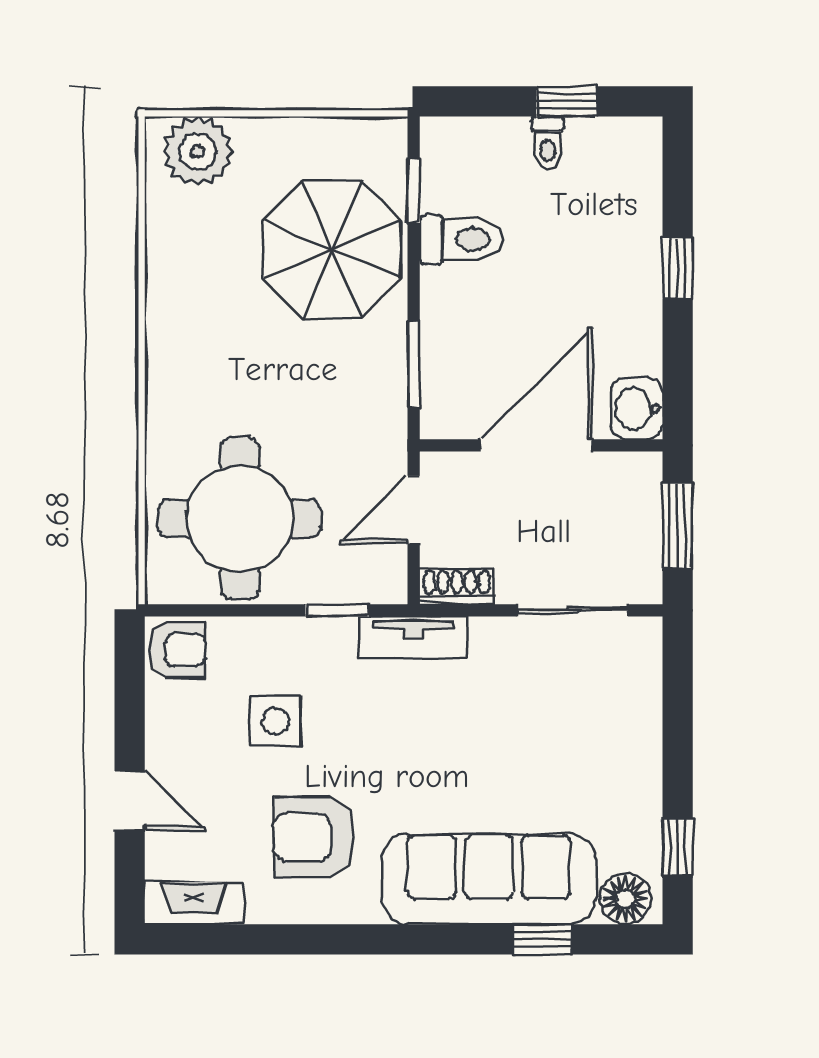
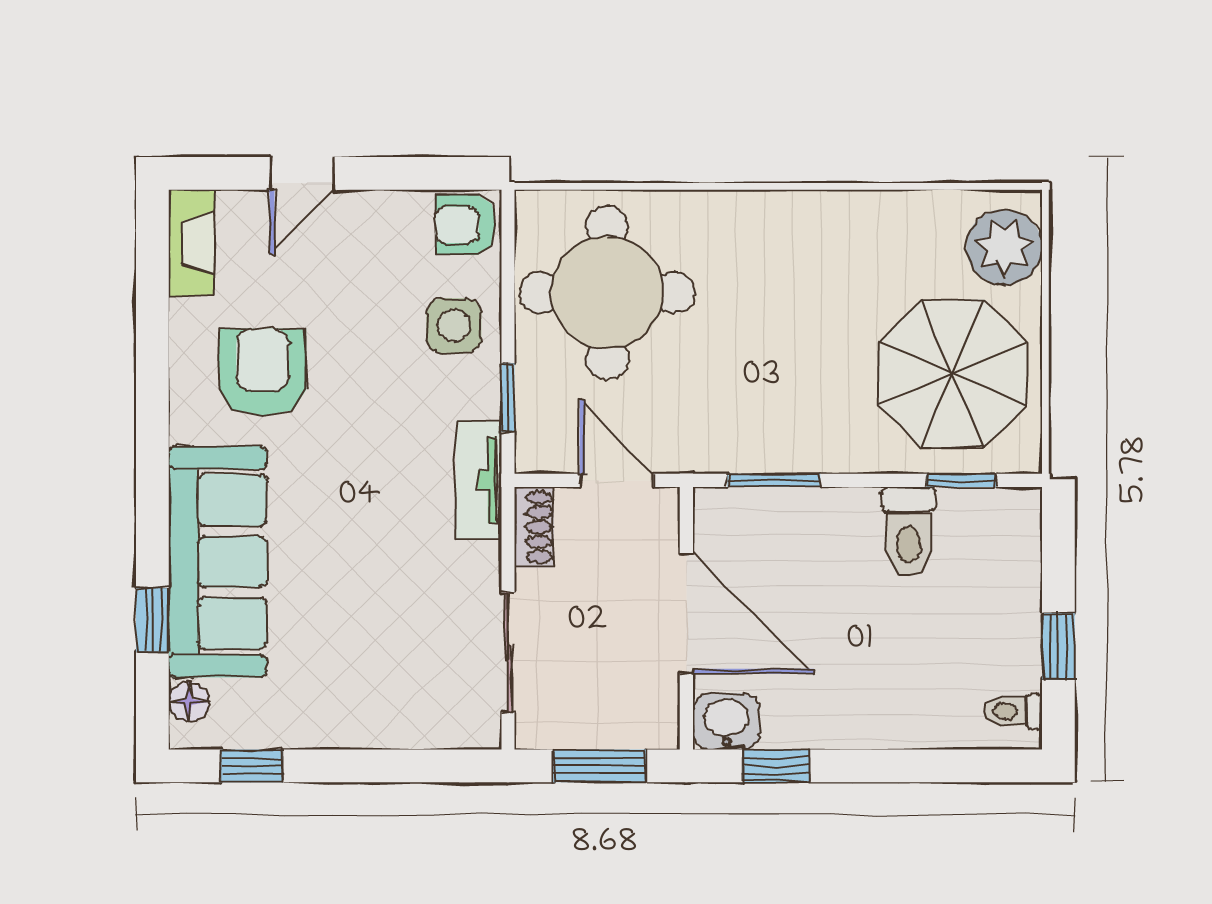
toilet: (548, 143) -> (1013, 711), moved
parasol: (332, 249) -> (952, 374), moved
window: (678, 268) -> (776, 766), moved
armchair: (177, 650) -> (465, 225), turned 90
side table: (275, 721) -> (454, 326), moved
floor lamp: (625, 899) -> (189, 702), width x0.73, depth x0.73

